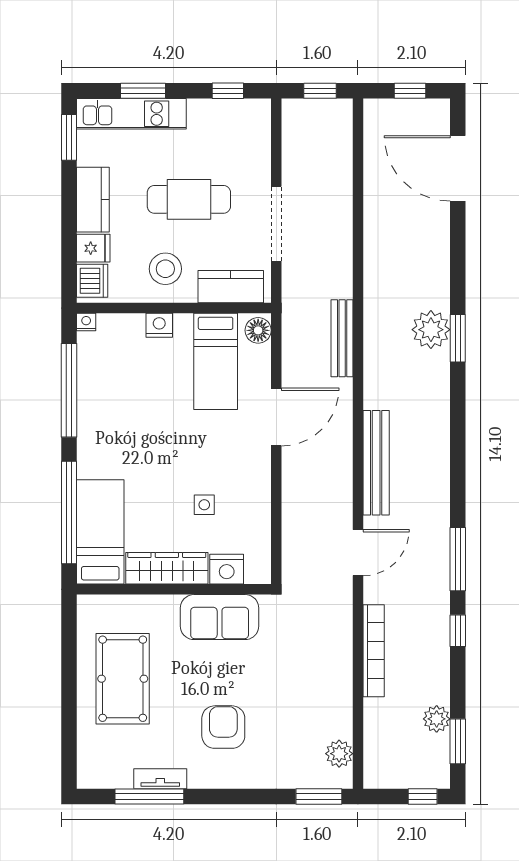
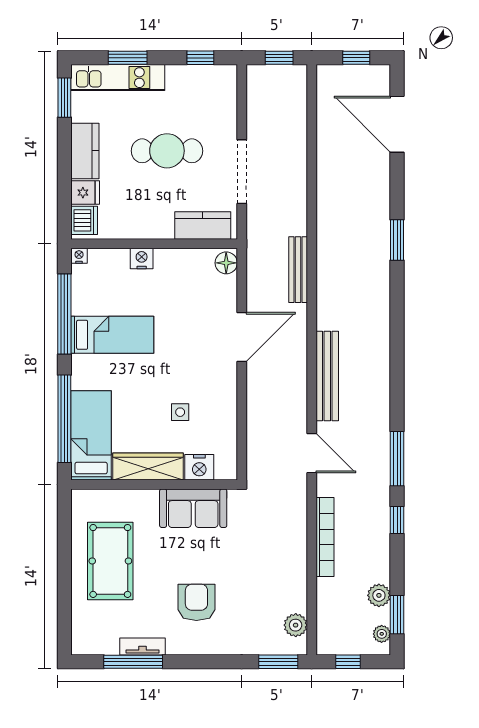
stool: (165, 269) -> (147, 210), removed
plant: (431, 330) -> (382, 634), moved, width x0.53, depth x0.53
window: (458, 338) -> (397, 240), moved
bed: (216, 361) -> (112, 335), moved, turned -90
door: (358, 553) -> (312, 453), hinge flipped
window: (423, 796) -> (348, 662), moved

